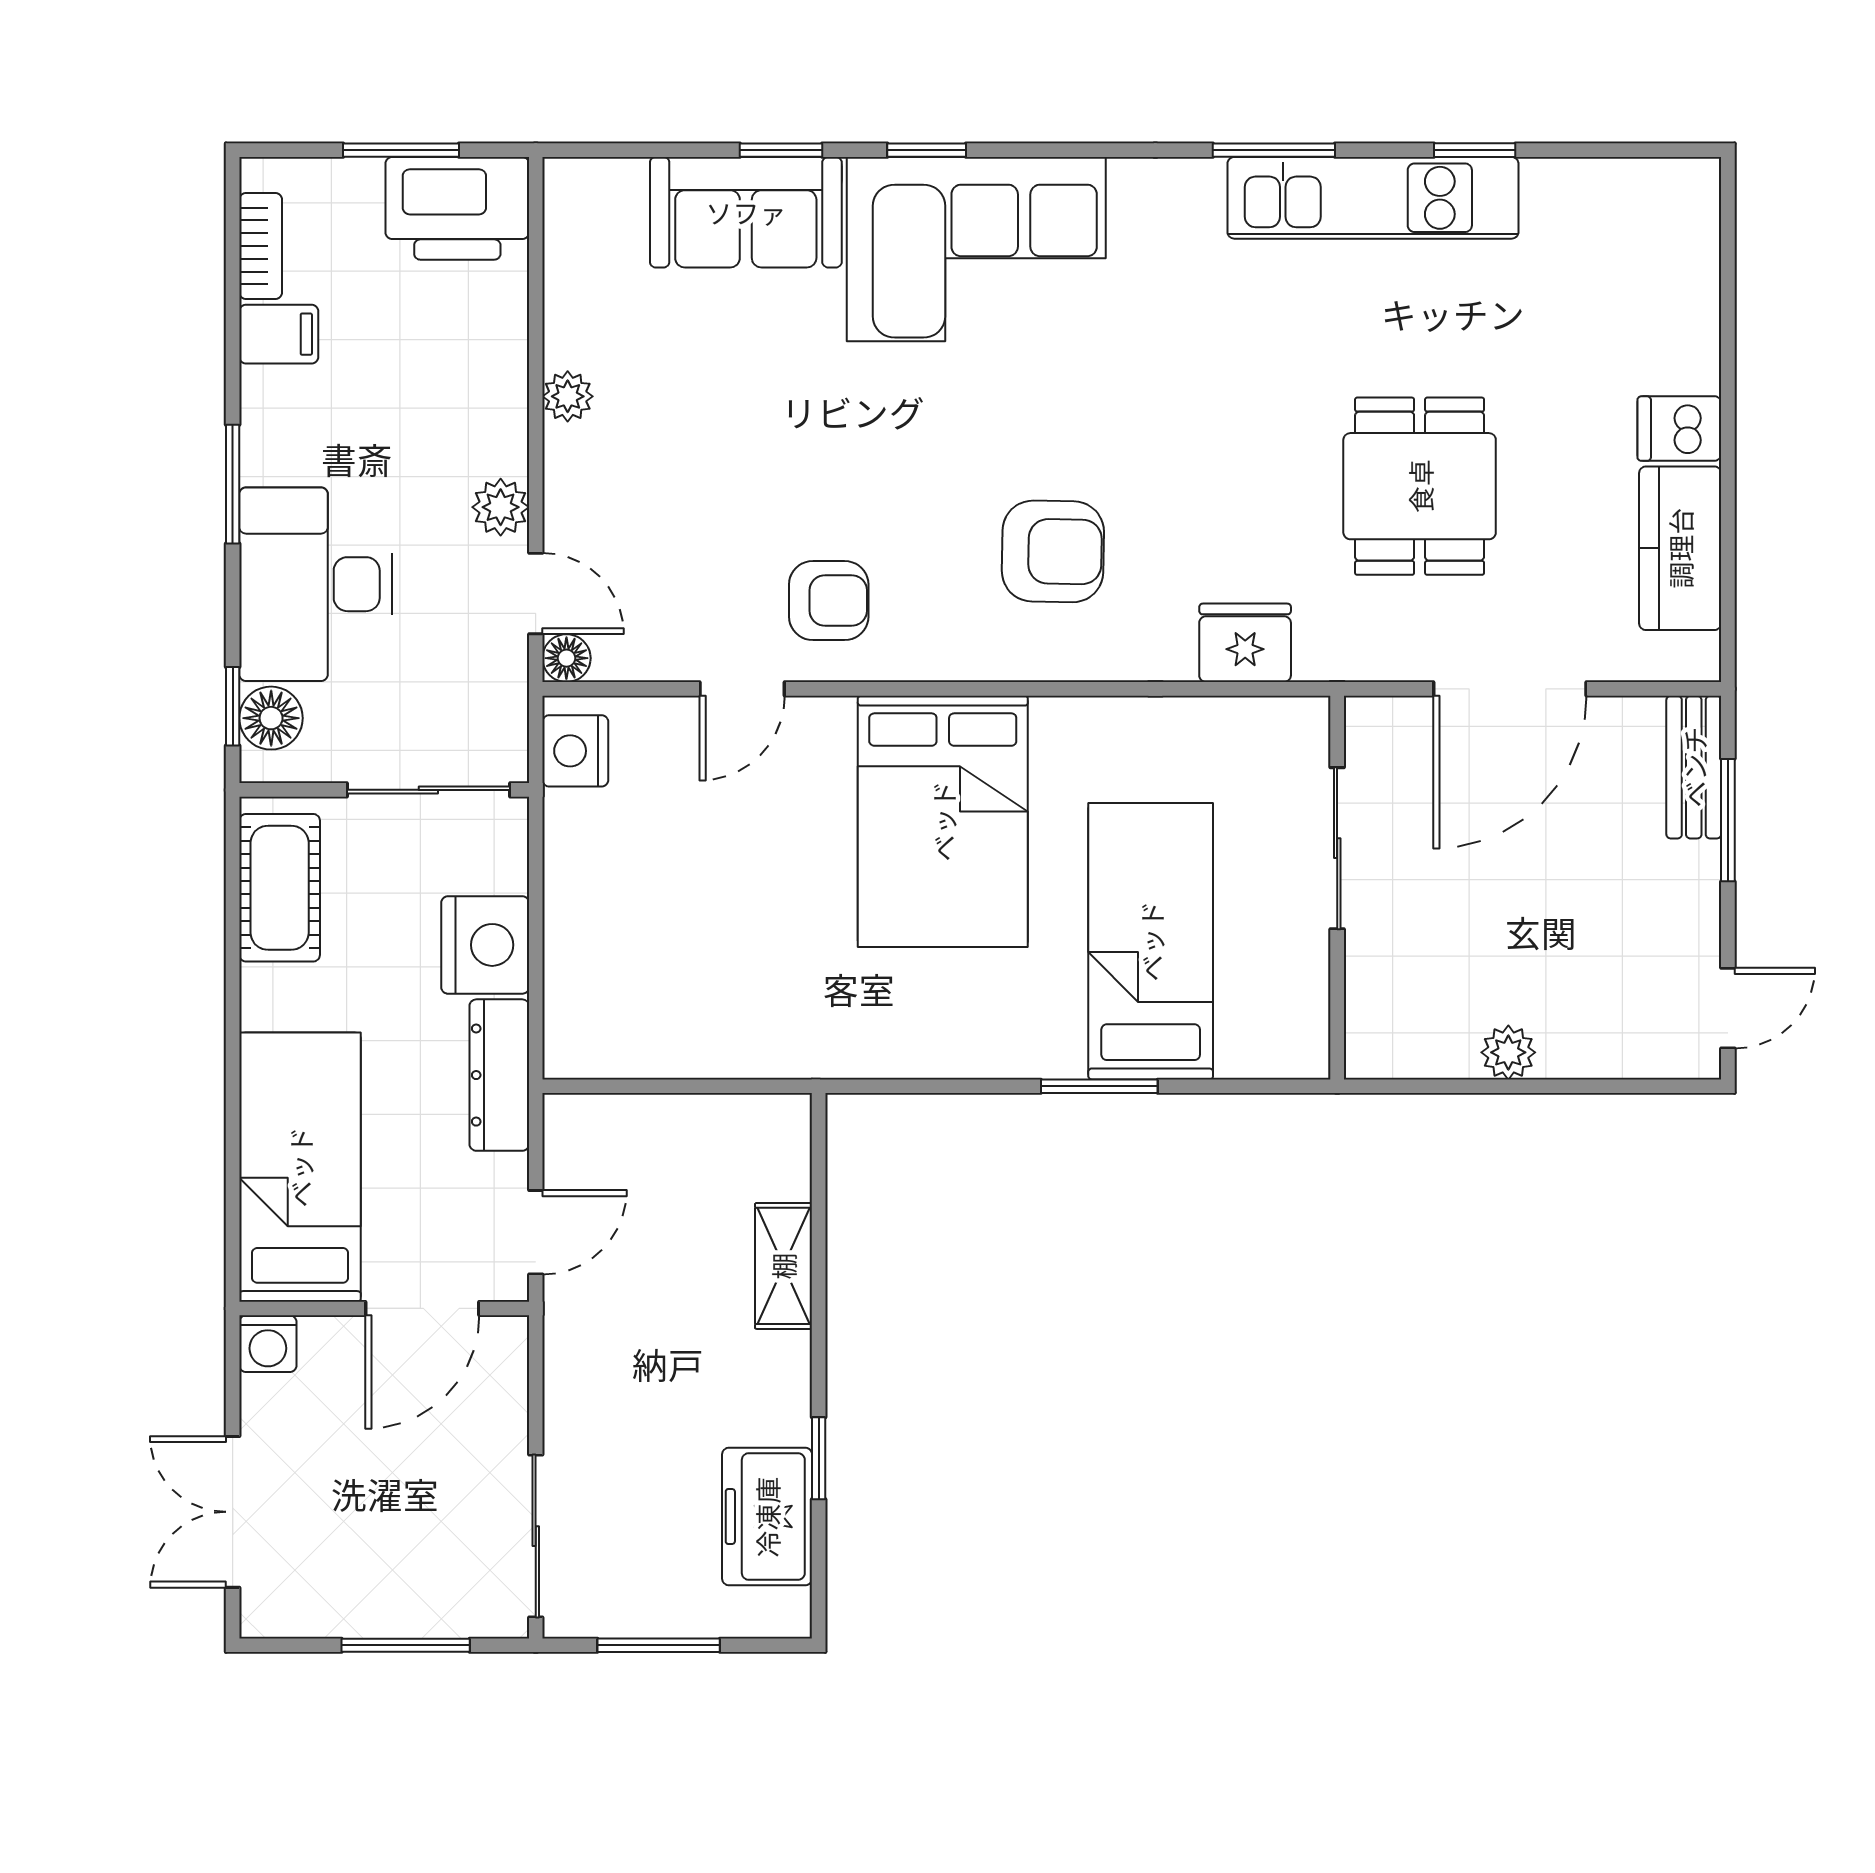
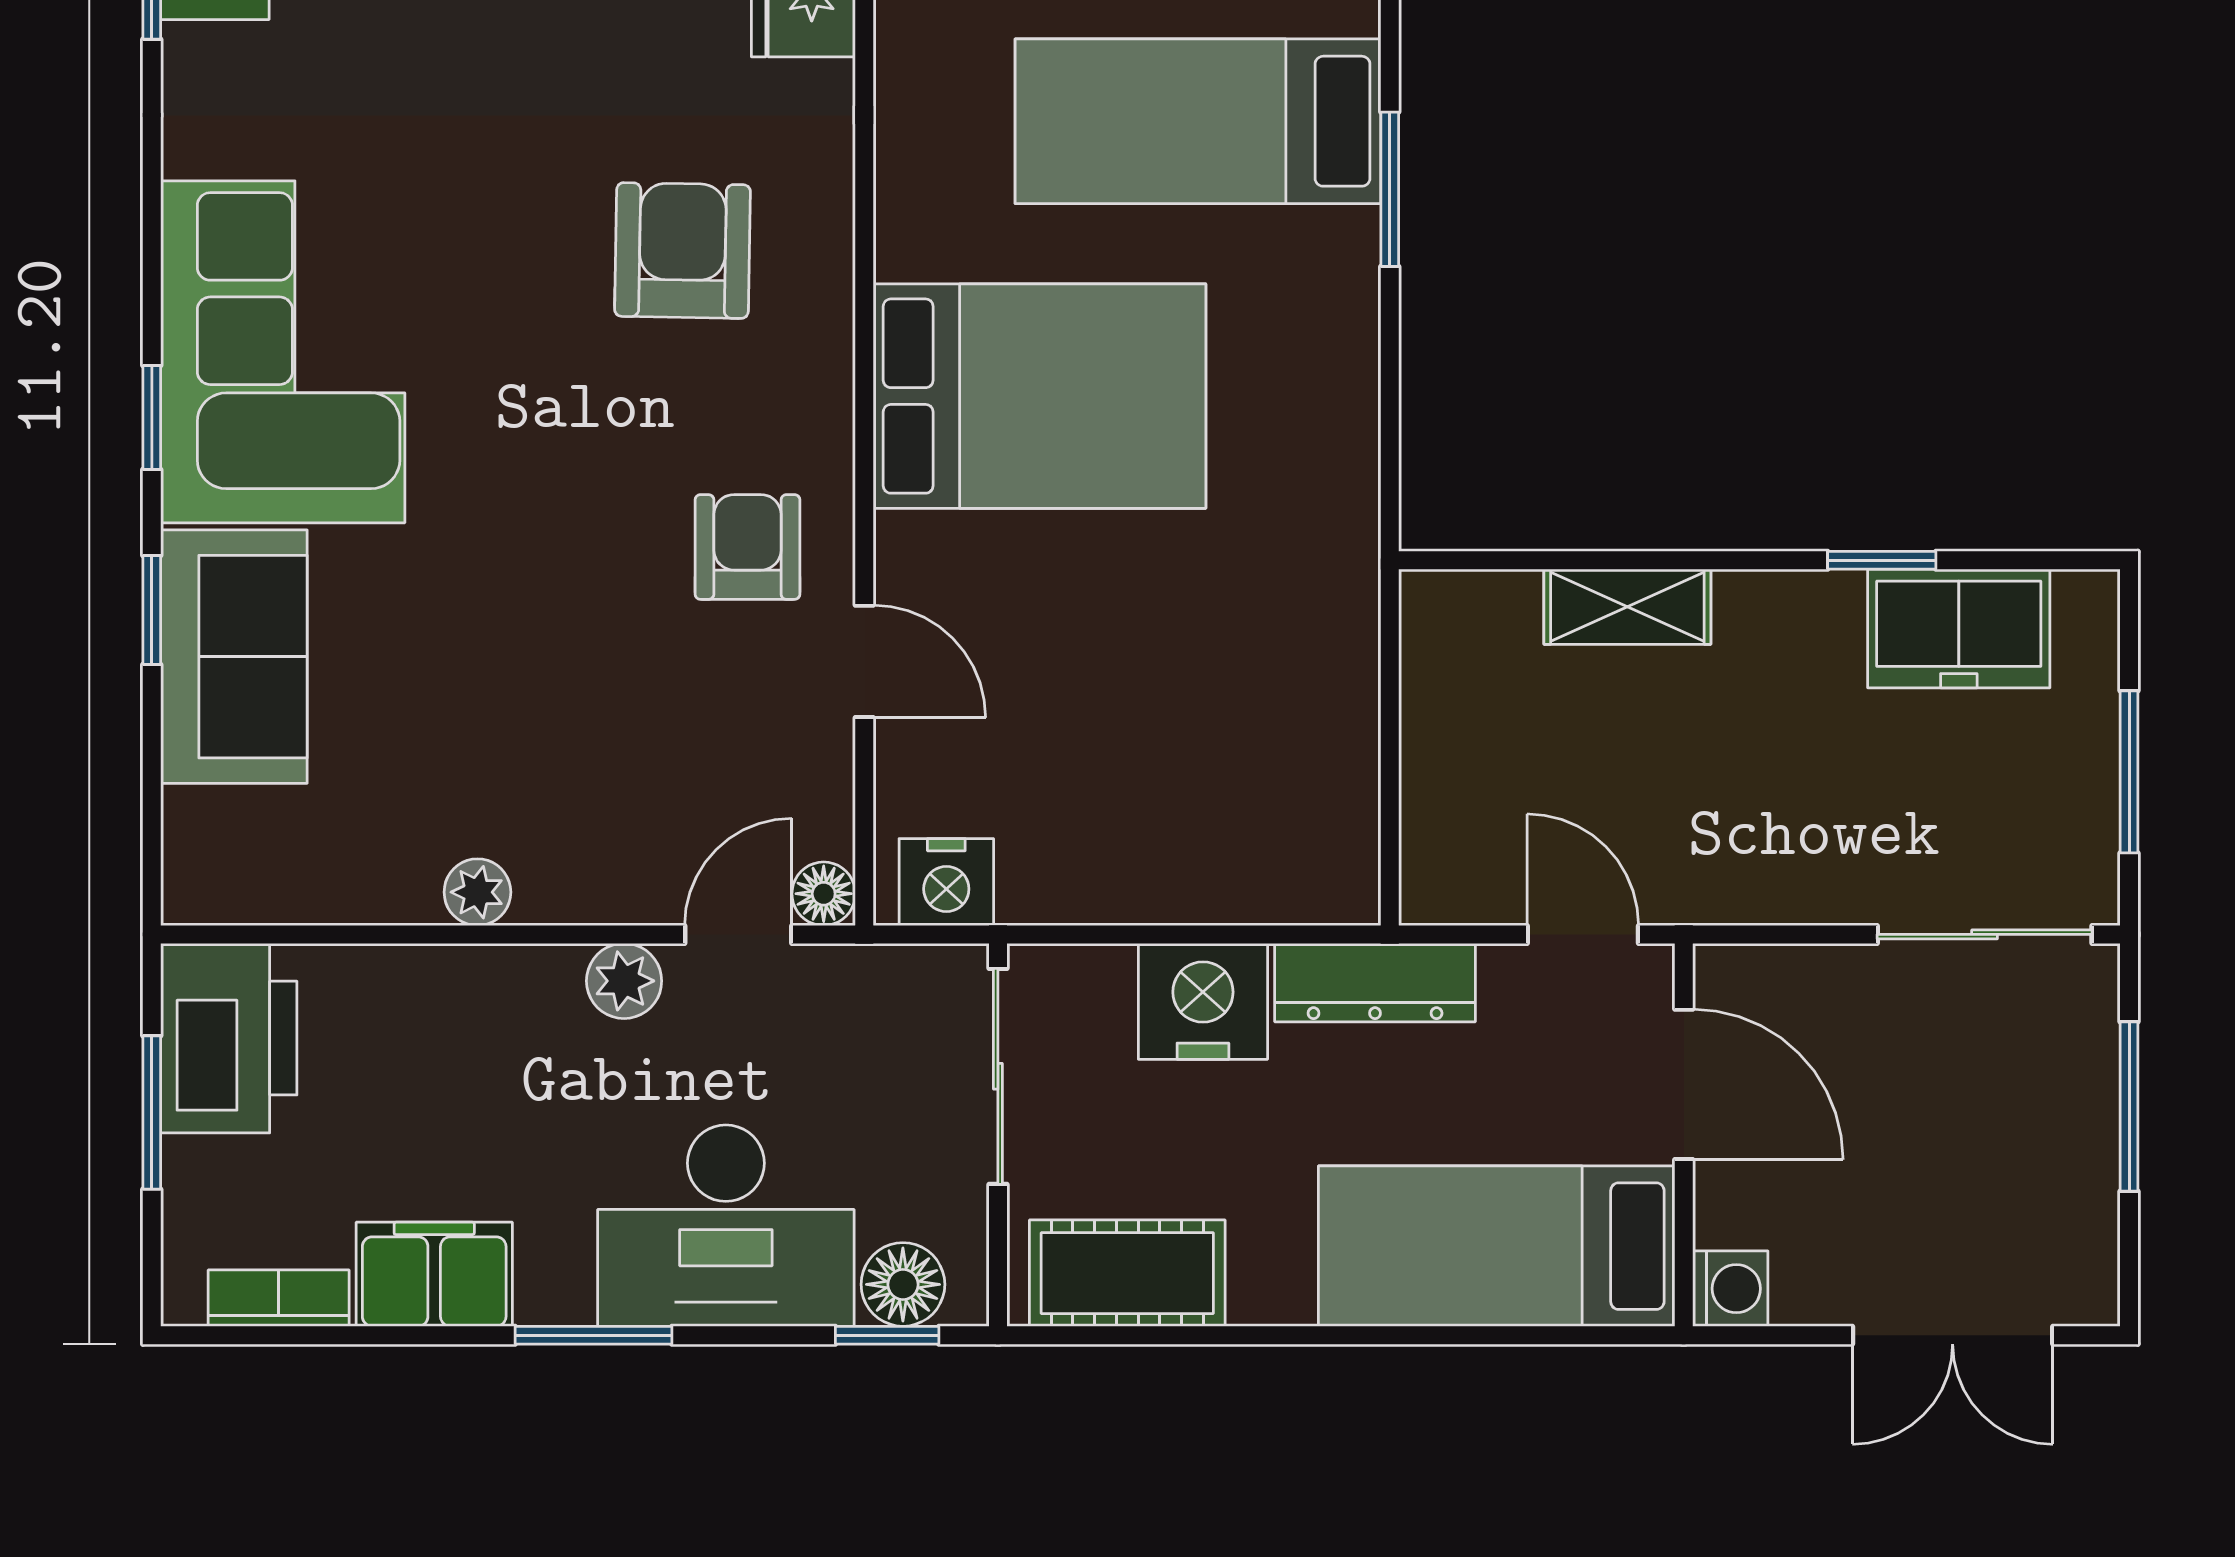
filing cabinet: (279, 334) -> (434, 1274), width x2.00

